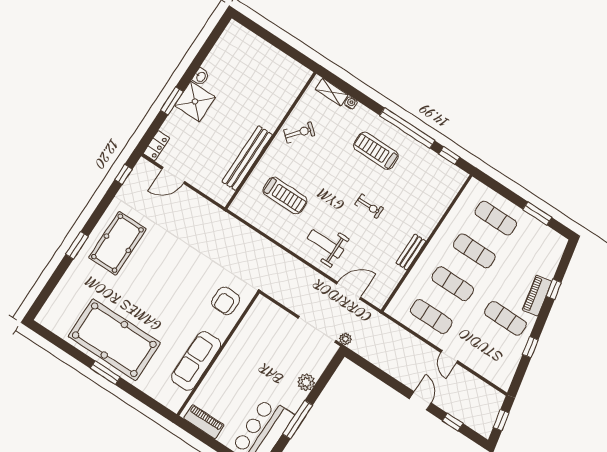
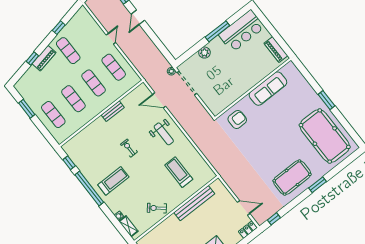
treadmill: (376, 151) -> (113, 181), turned -90
pool table: (114, 340) -> (325, 136), moved

